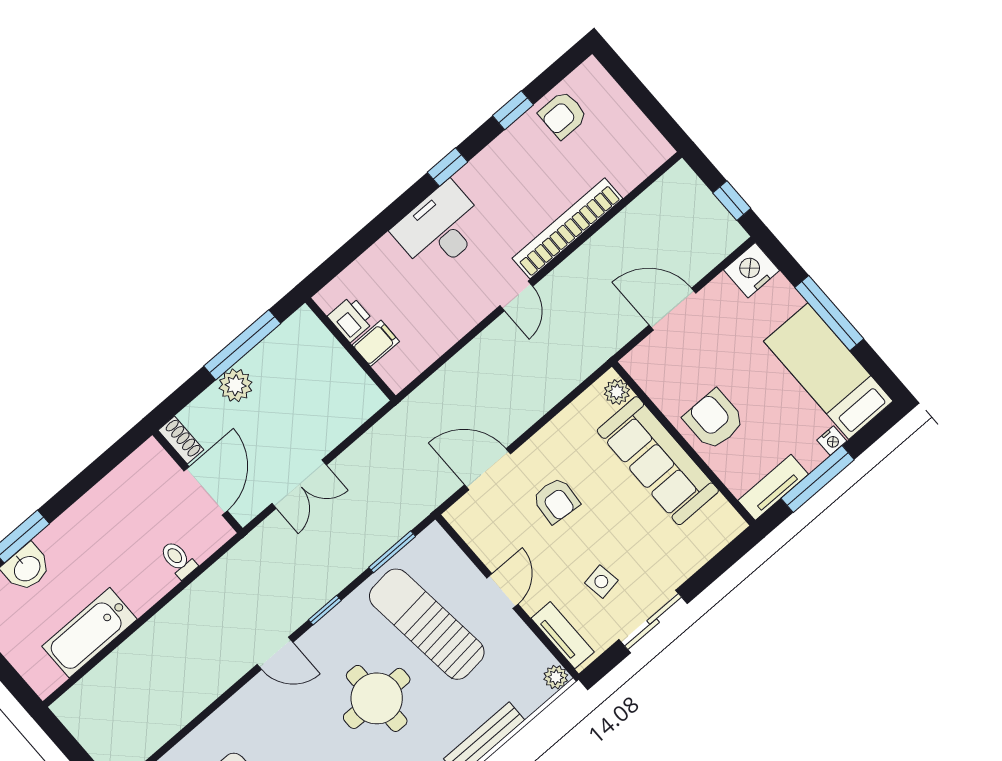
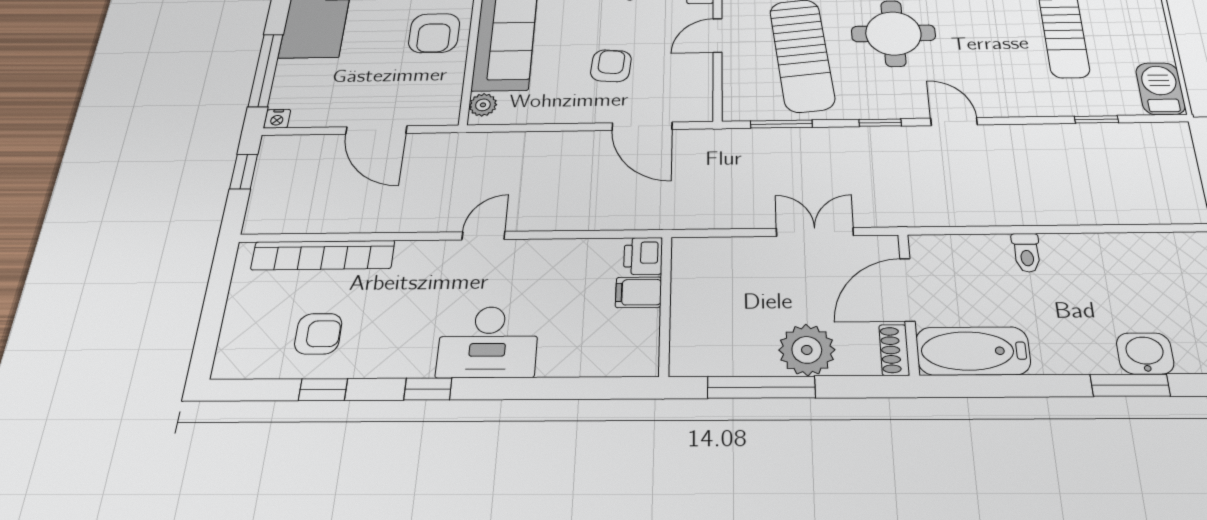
armchair: (563, 115) -> (318, 334), moved
bookcase: (567, 228) -> (323, 255), moved
nightstand: (752, 270) -> (277, 119), width x0.53, depth x0.56
window: (829, 313) -> (266, 70), moved
printer: (351, 319) -> (643, 256), moved
plant: (236, 385) -> (807, 350), width x1.36, depth x1.36
toilet: (178, 560) -> (1027, 253), moved
bathtub: (89, 633) -> (973, 351), moved, turned 180
window: (179, 736) -> (1096, 119), added

